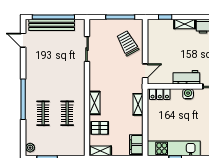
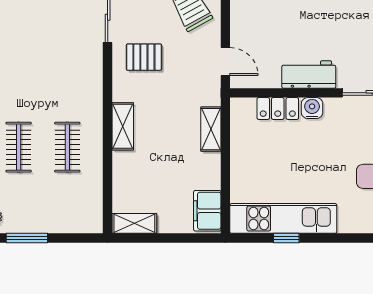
door: (145, 71) -> (225, 61), hinge flipped
locker: (160, 94) -> (278, 109), moved
pallet: (100, 128) -> (144, 57), moved

